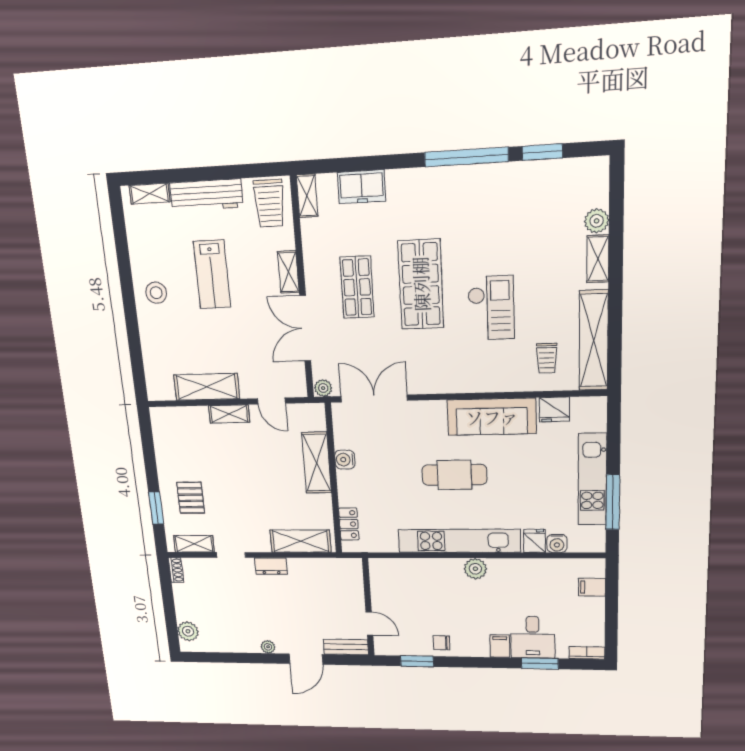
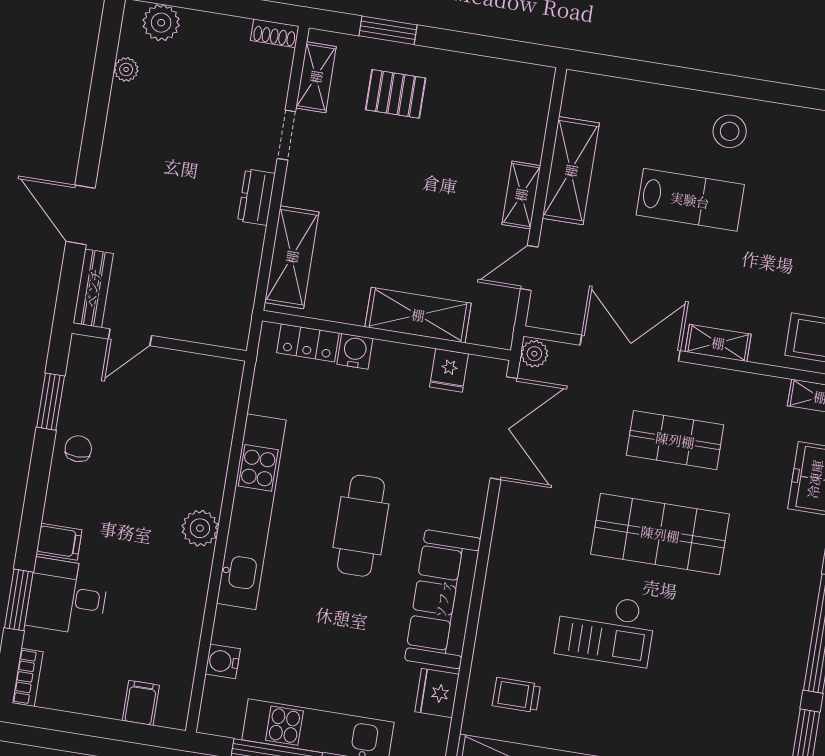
lab bench: (212, 274) -> (690, 200), moved, turned 180
water cooler: (345, 460) -> (355, 351), moved
fridge: (534, 541) -> (449, 370), moved, turned 90
plant: (268, 647) -> (126, 69), moved

